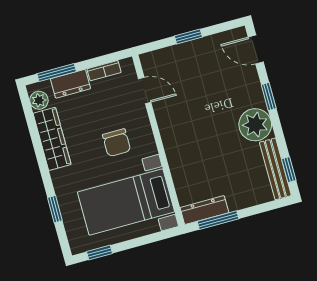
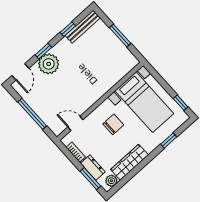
window: (188, 36) -> (32, 114), width x2.17
door: (145, 91) -> (75, 123), hinge flipped
plant: (255, 125) -> (49, 64), moved
window: (289, 170) -> (68, 29), moved
dresser: (204, 210) -> (126, 55), removed
window: (218, 220) -> (120, 35), moved

